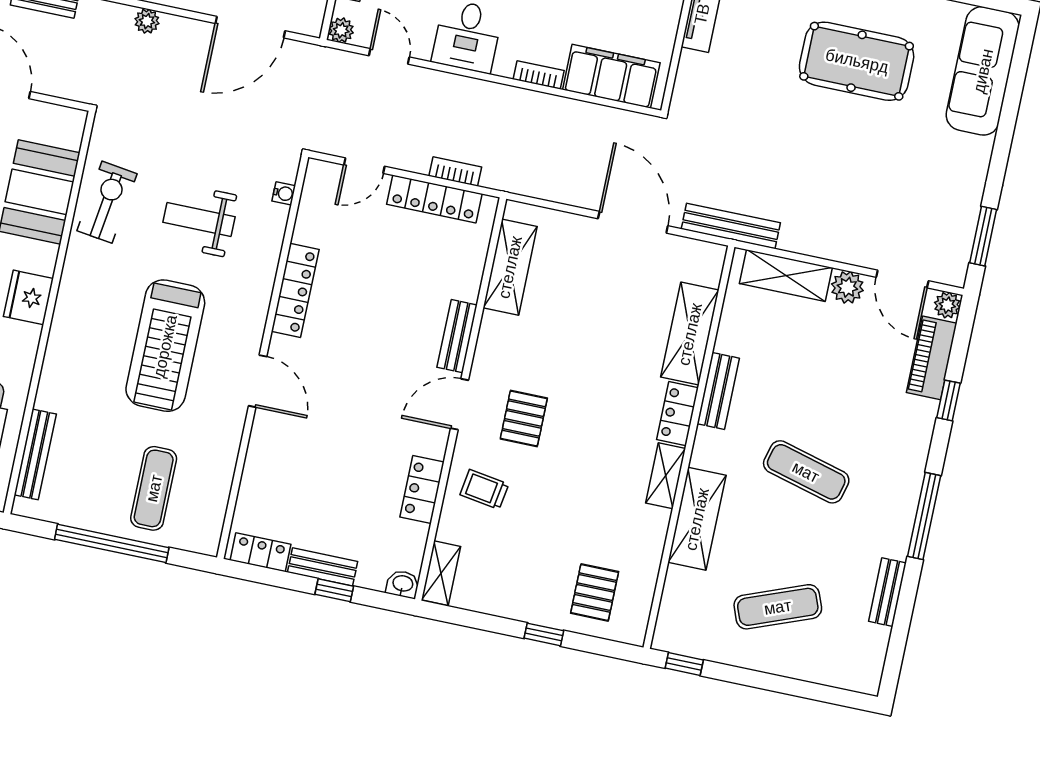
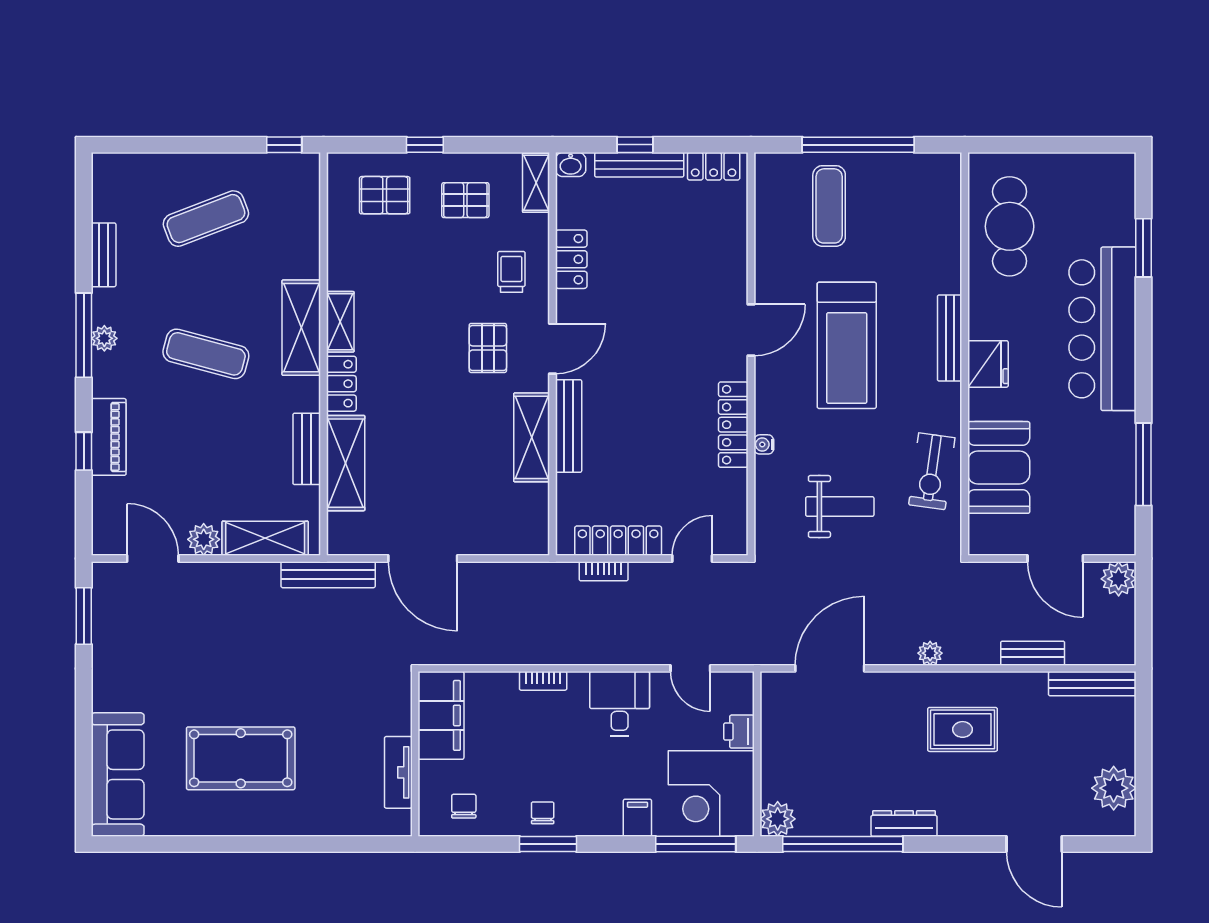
plant: (341, 30) -> (742, 684), removed
filing cabinet: (611, 76) -> (441, 715), moved, turned -90
water cooler: (284, 193) -> (764, 444), moved
weight bench: (199, 220) -> (840, 506), moved
shelving: (510, 267) -> (532, 437), moved
plant: (947, 305) -> (104, 338), moved
bench: (457, 336) -> (569, 426), width x1.36
treadmill: (165, 346) -> (847, 345), turned 180
piano: (932, 358) -> (109, 437), moved
door: (258, 381) -> (751, 330), swing flipped
bench: (718, 391) -> (307, 449), moved
bench: (35, 454) -> (950, 338), moved
trolley: (484, 489) -> (511, 272), turned -99
shelving: (697, 519) -> (301, 328), moved
bench: (323, 567) -> (639, 165), width x1.36
pallet: (515, 571) -> (465, 200), added
pallet: (595, 592) -> (385, 195), turned 90

